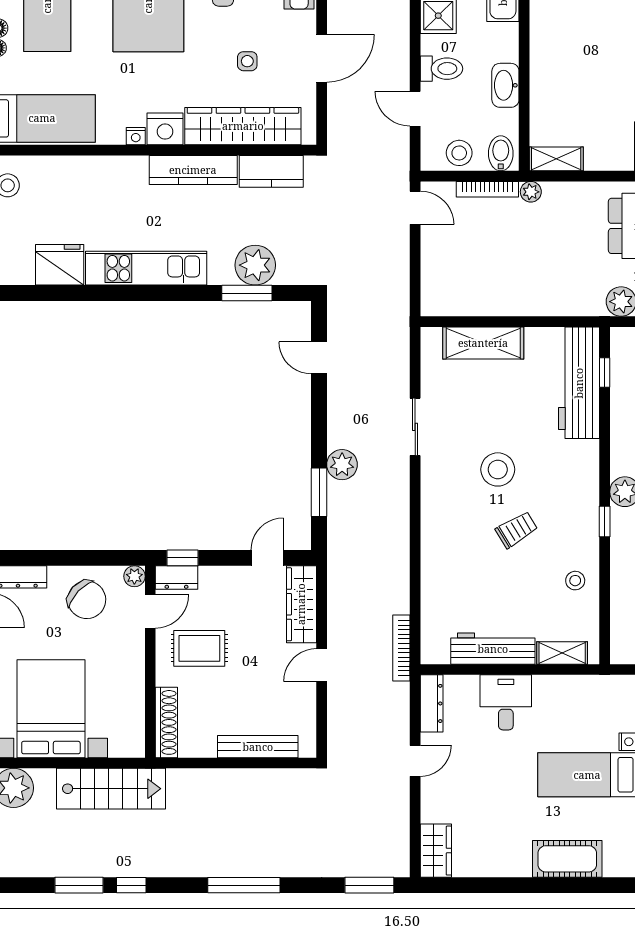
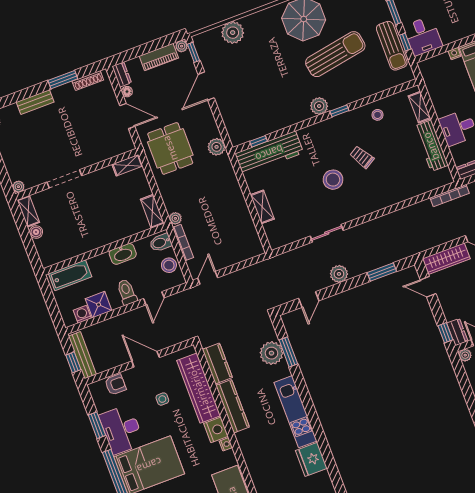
shelving: (483, 343) -> (262, 207), width x0.67, depth x0.75
plant: (342, 465) -> (339, 274), moved

